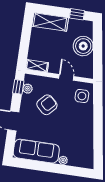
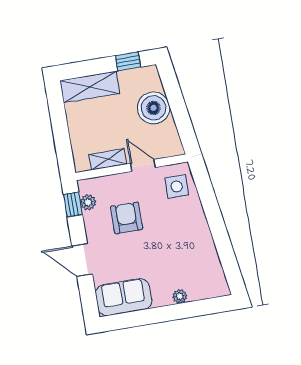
shelving: (37, 66) -> (108, 159), moved
armchair: (47, 105) -> (127, 218), turned -43
sofa: (36, 151) -> (124, 297), width x0.73

